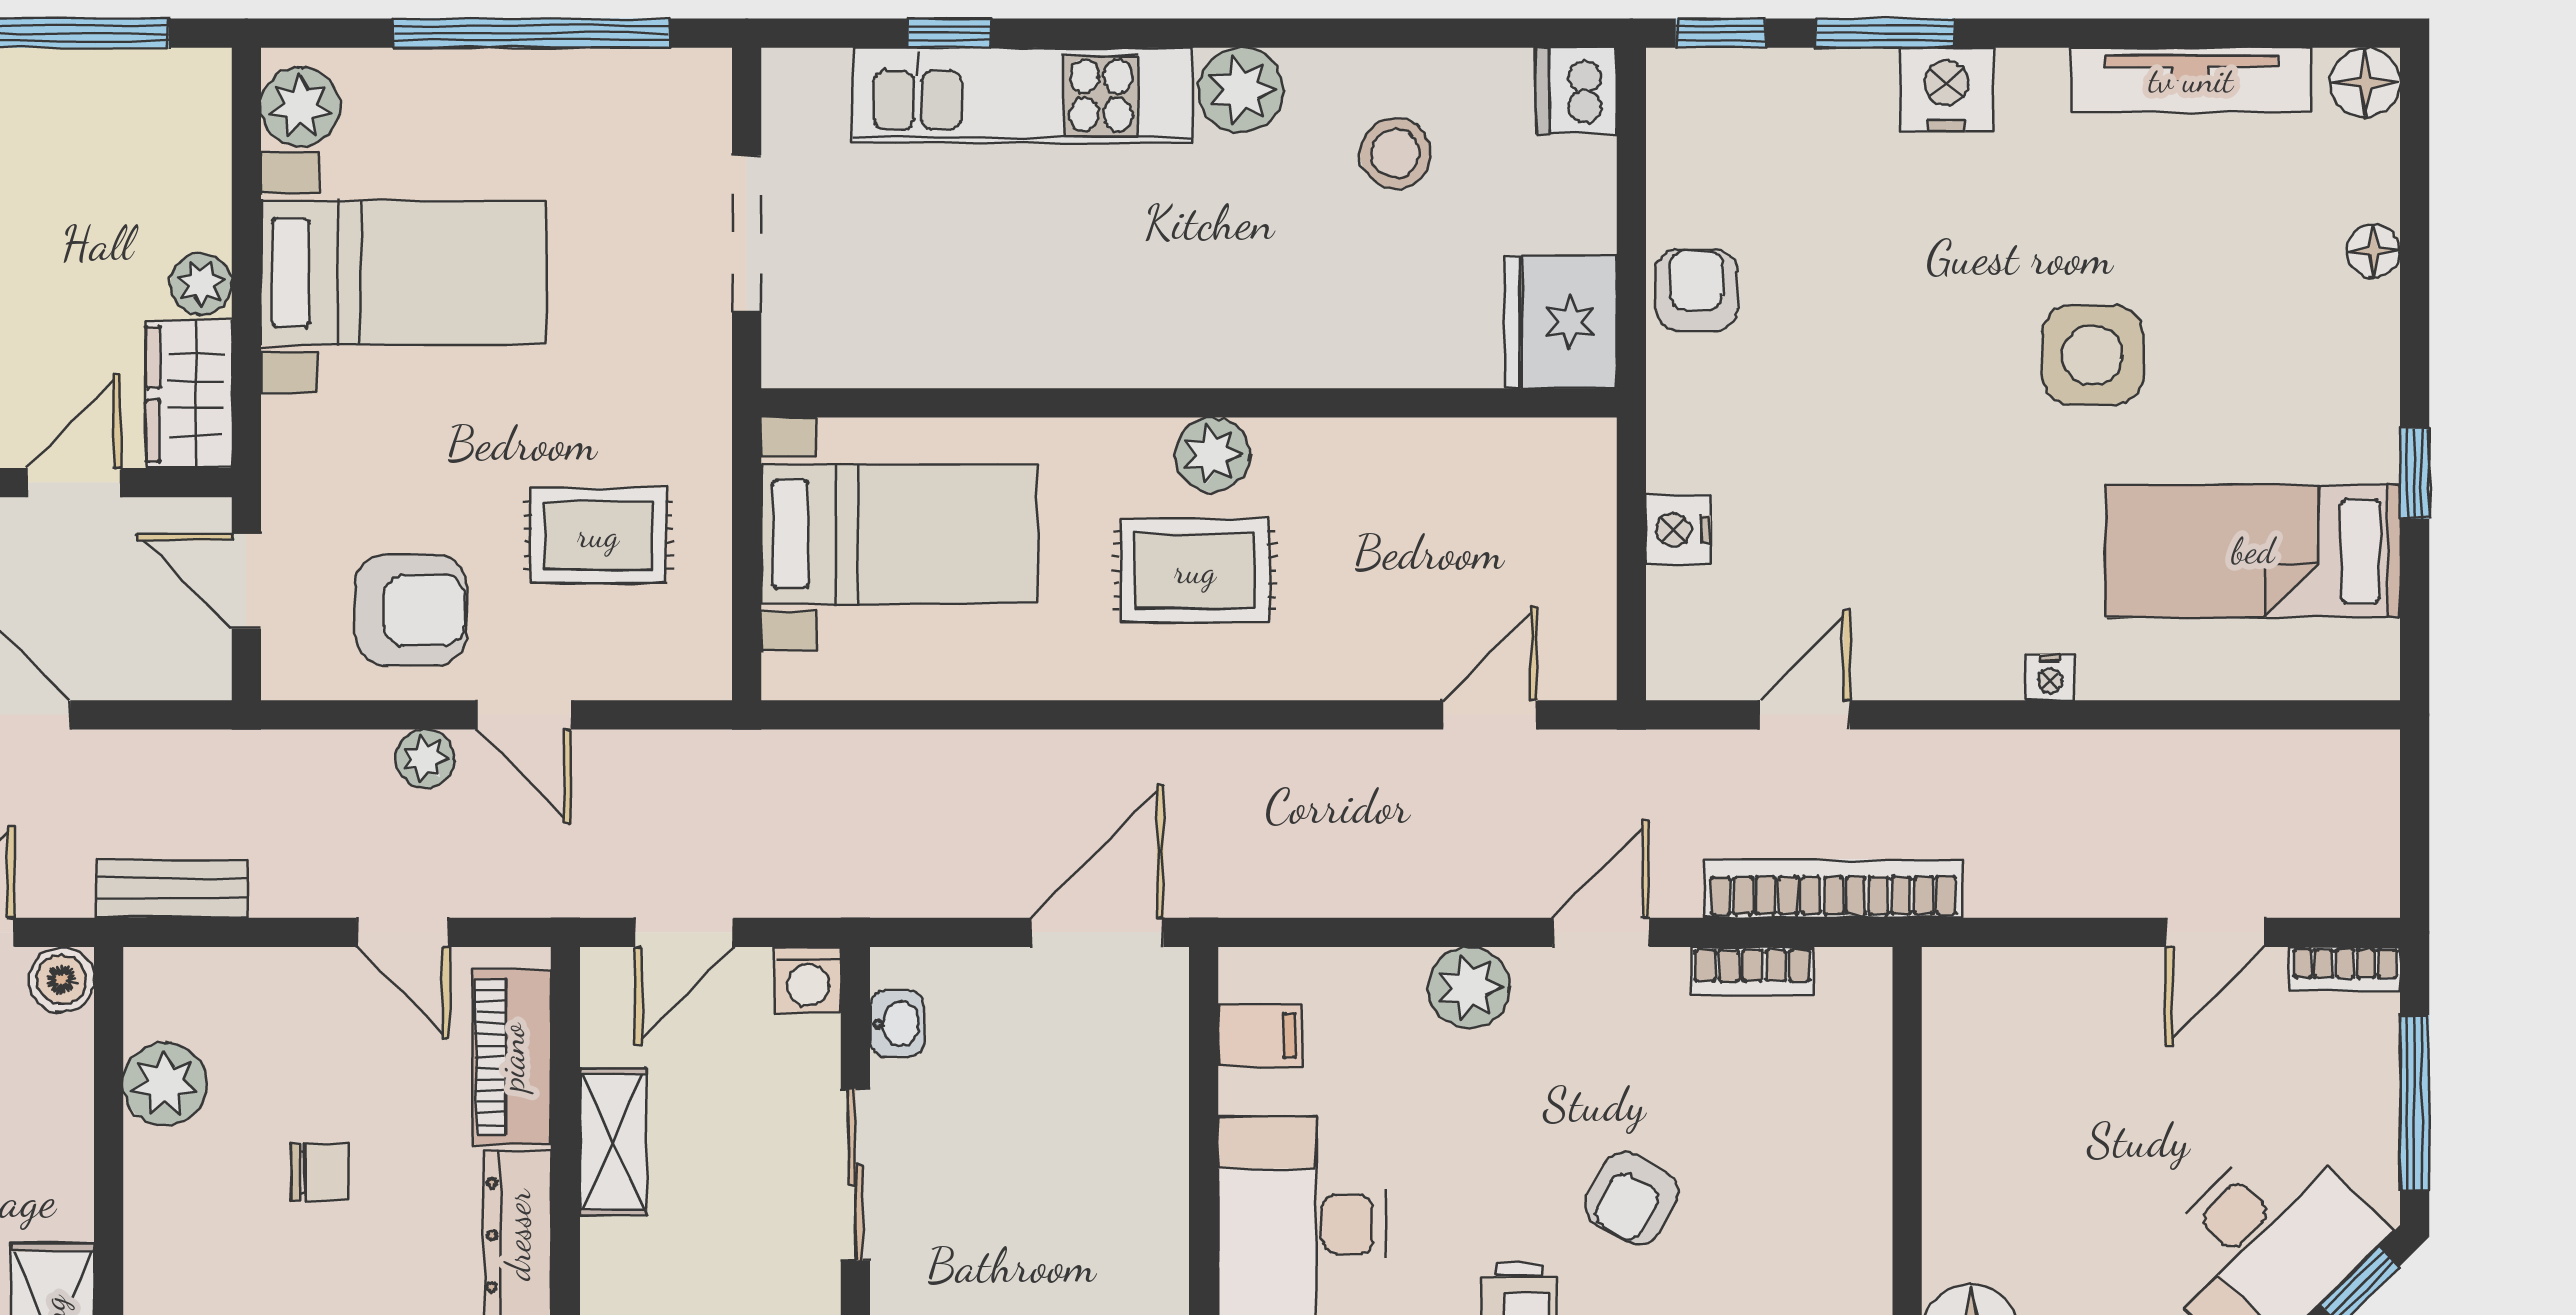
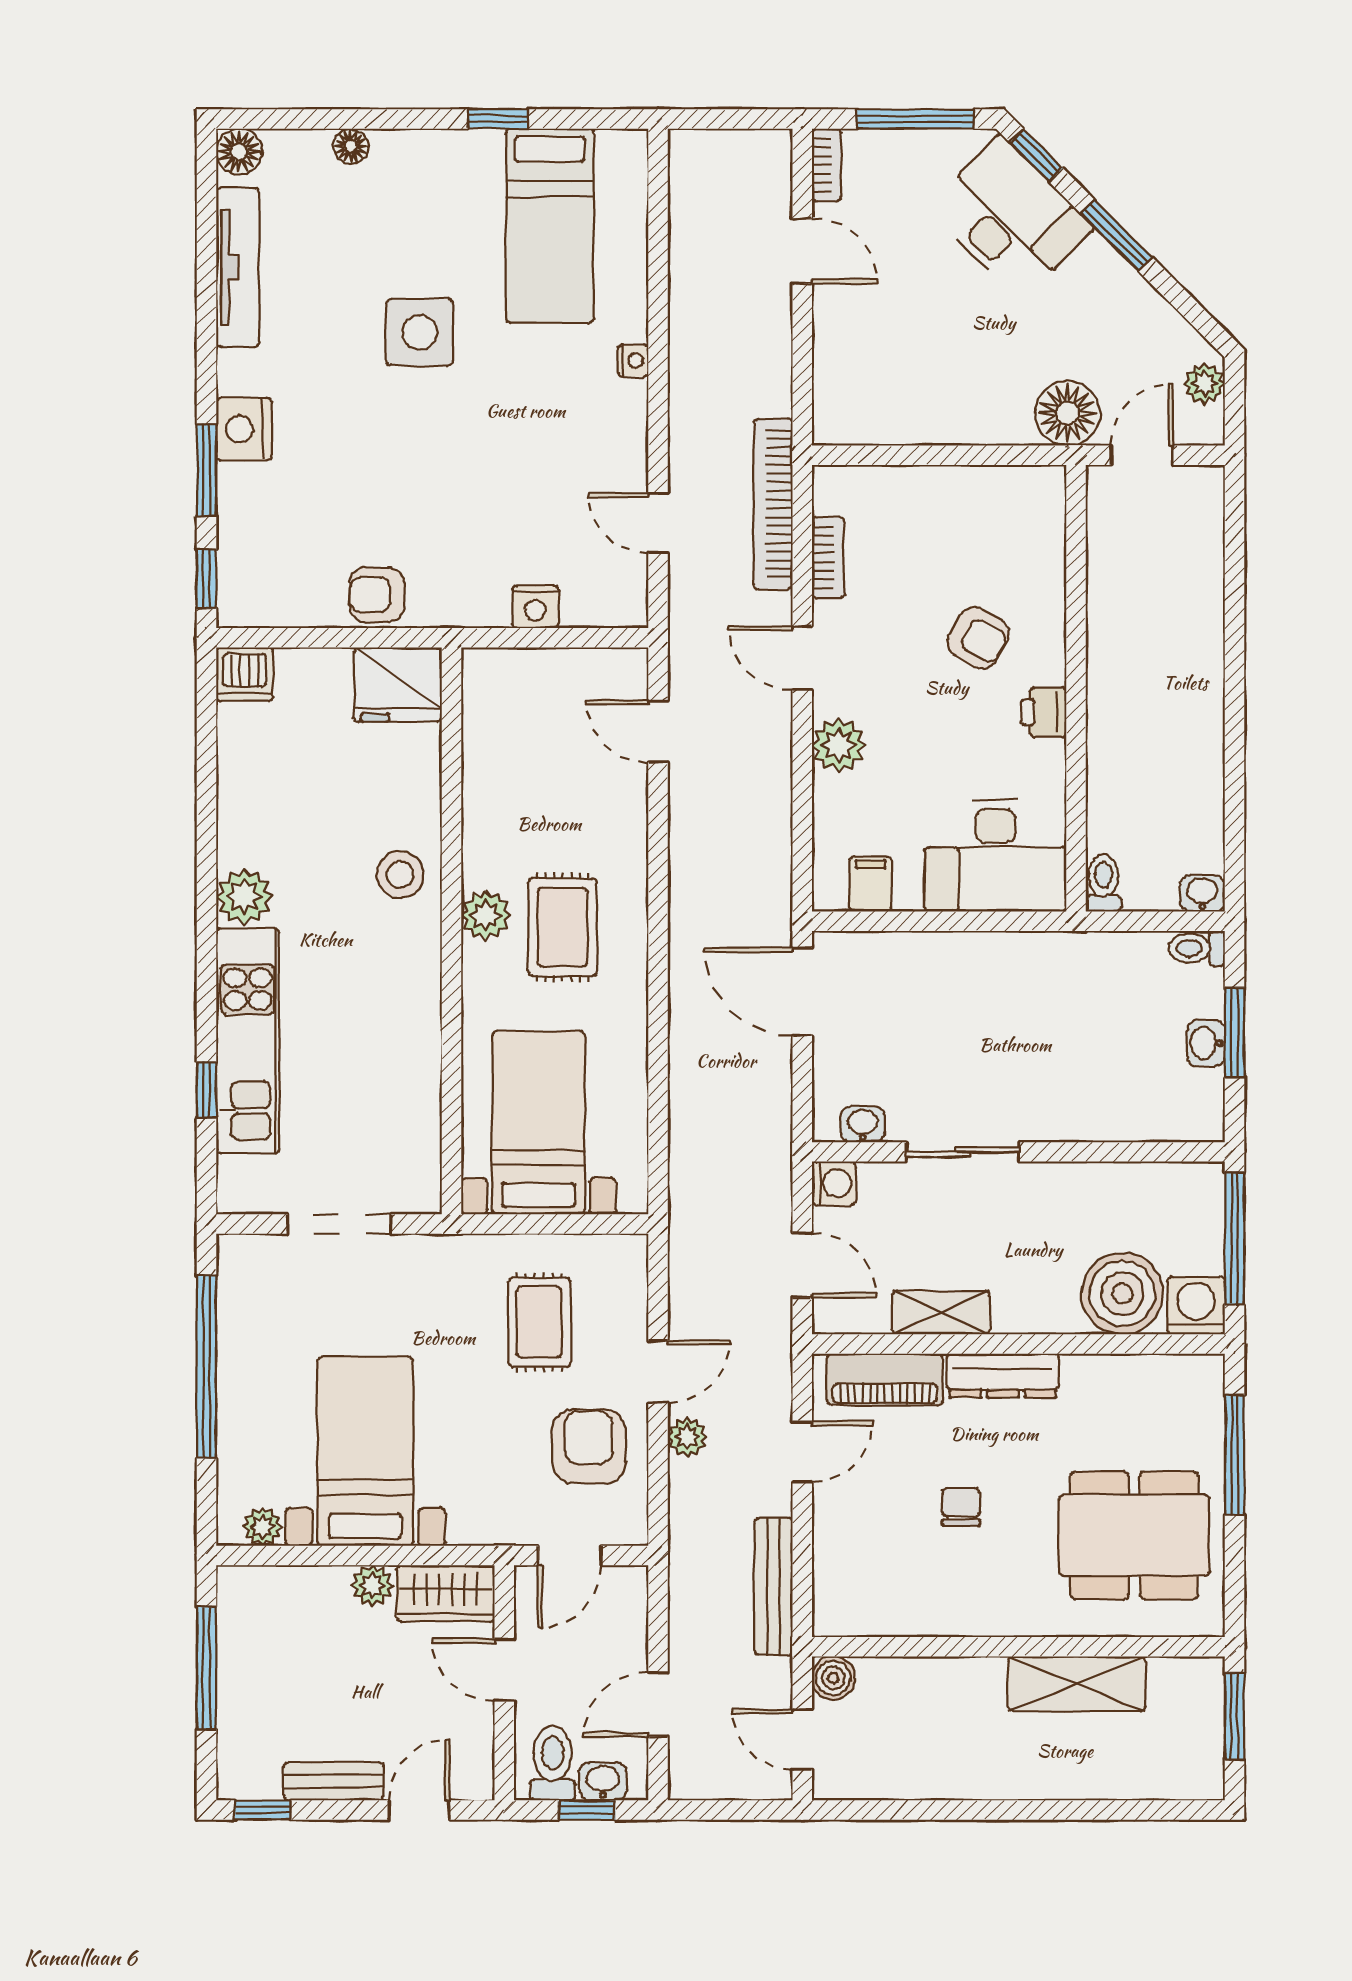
plant: (300, 107) -> (262, 1527), width x0.73, depth x0.73
stool: (1396, 153) -> (400, 875), moved
bench: (172, 889) -> (773, 1587), width x1.36
plant: (165, 1084) -> (903, 1609), removed

